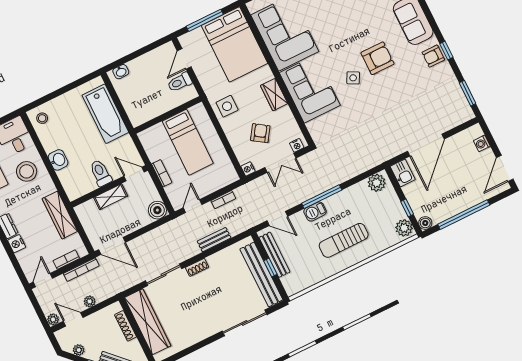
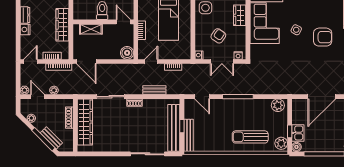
armchair: (377, 58) -> (323, 37), moved
kitchen sink: (403, 173) -> (298, 133), moved
shelving: (111, 197) -> (91, 29), moved
barbecue: (315, 212) -> (229, 104), removed
sun lounger: (344, 240) -> (250, 137), moved
bench: (274, 255) -> (189, 135), moved

